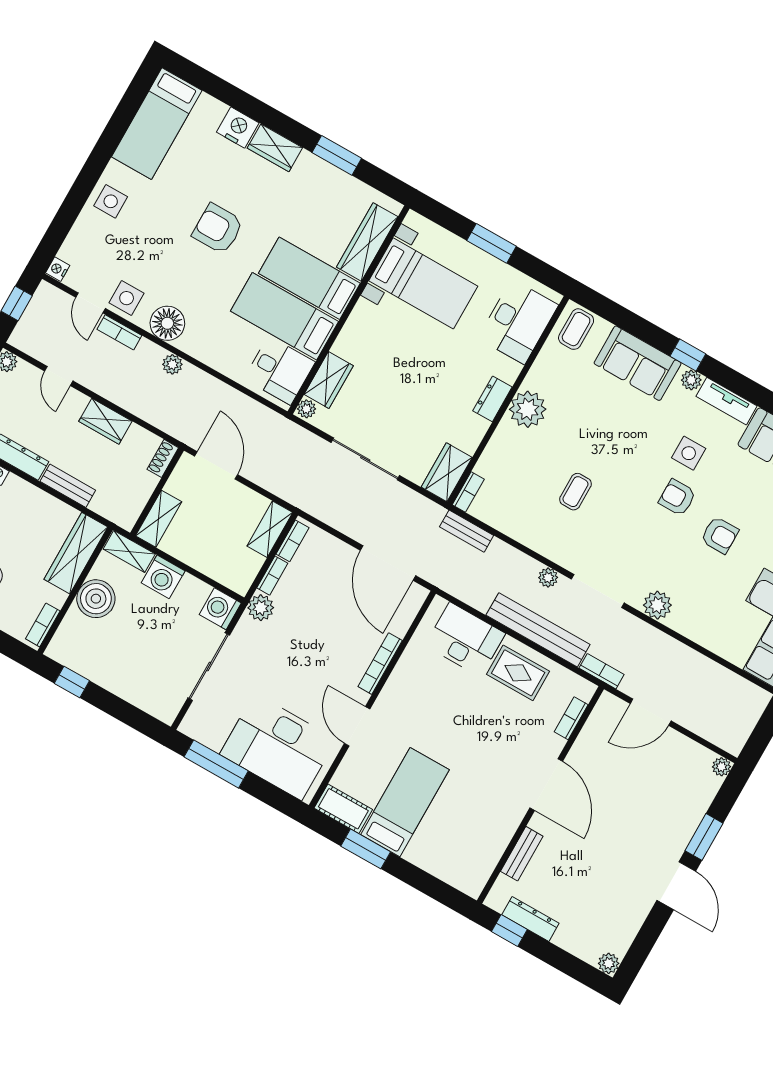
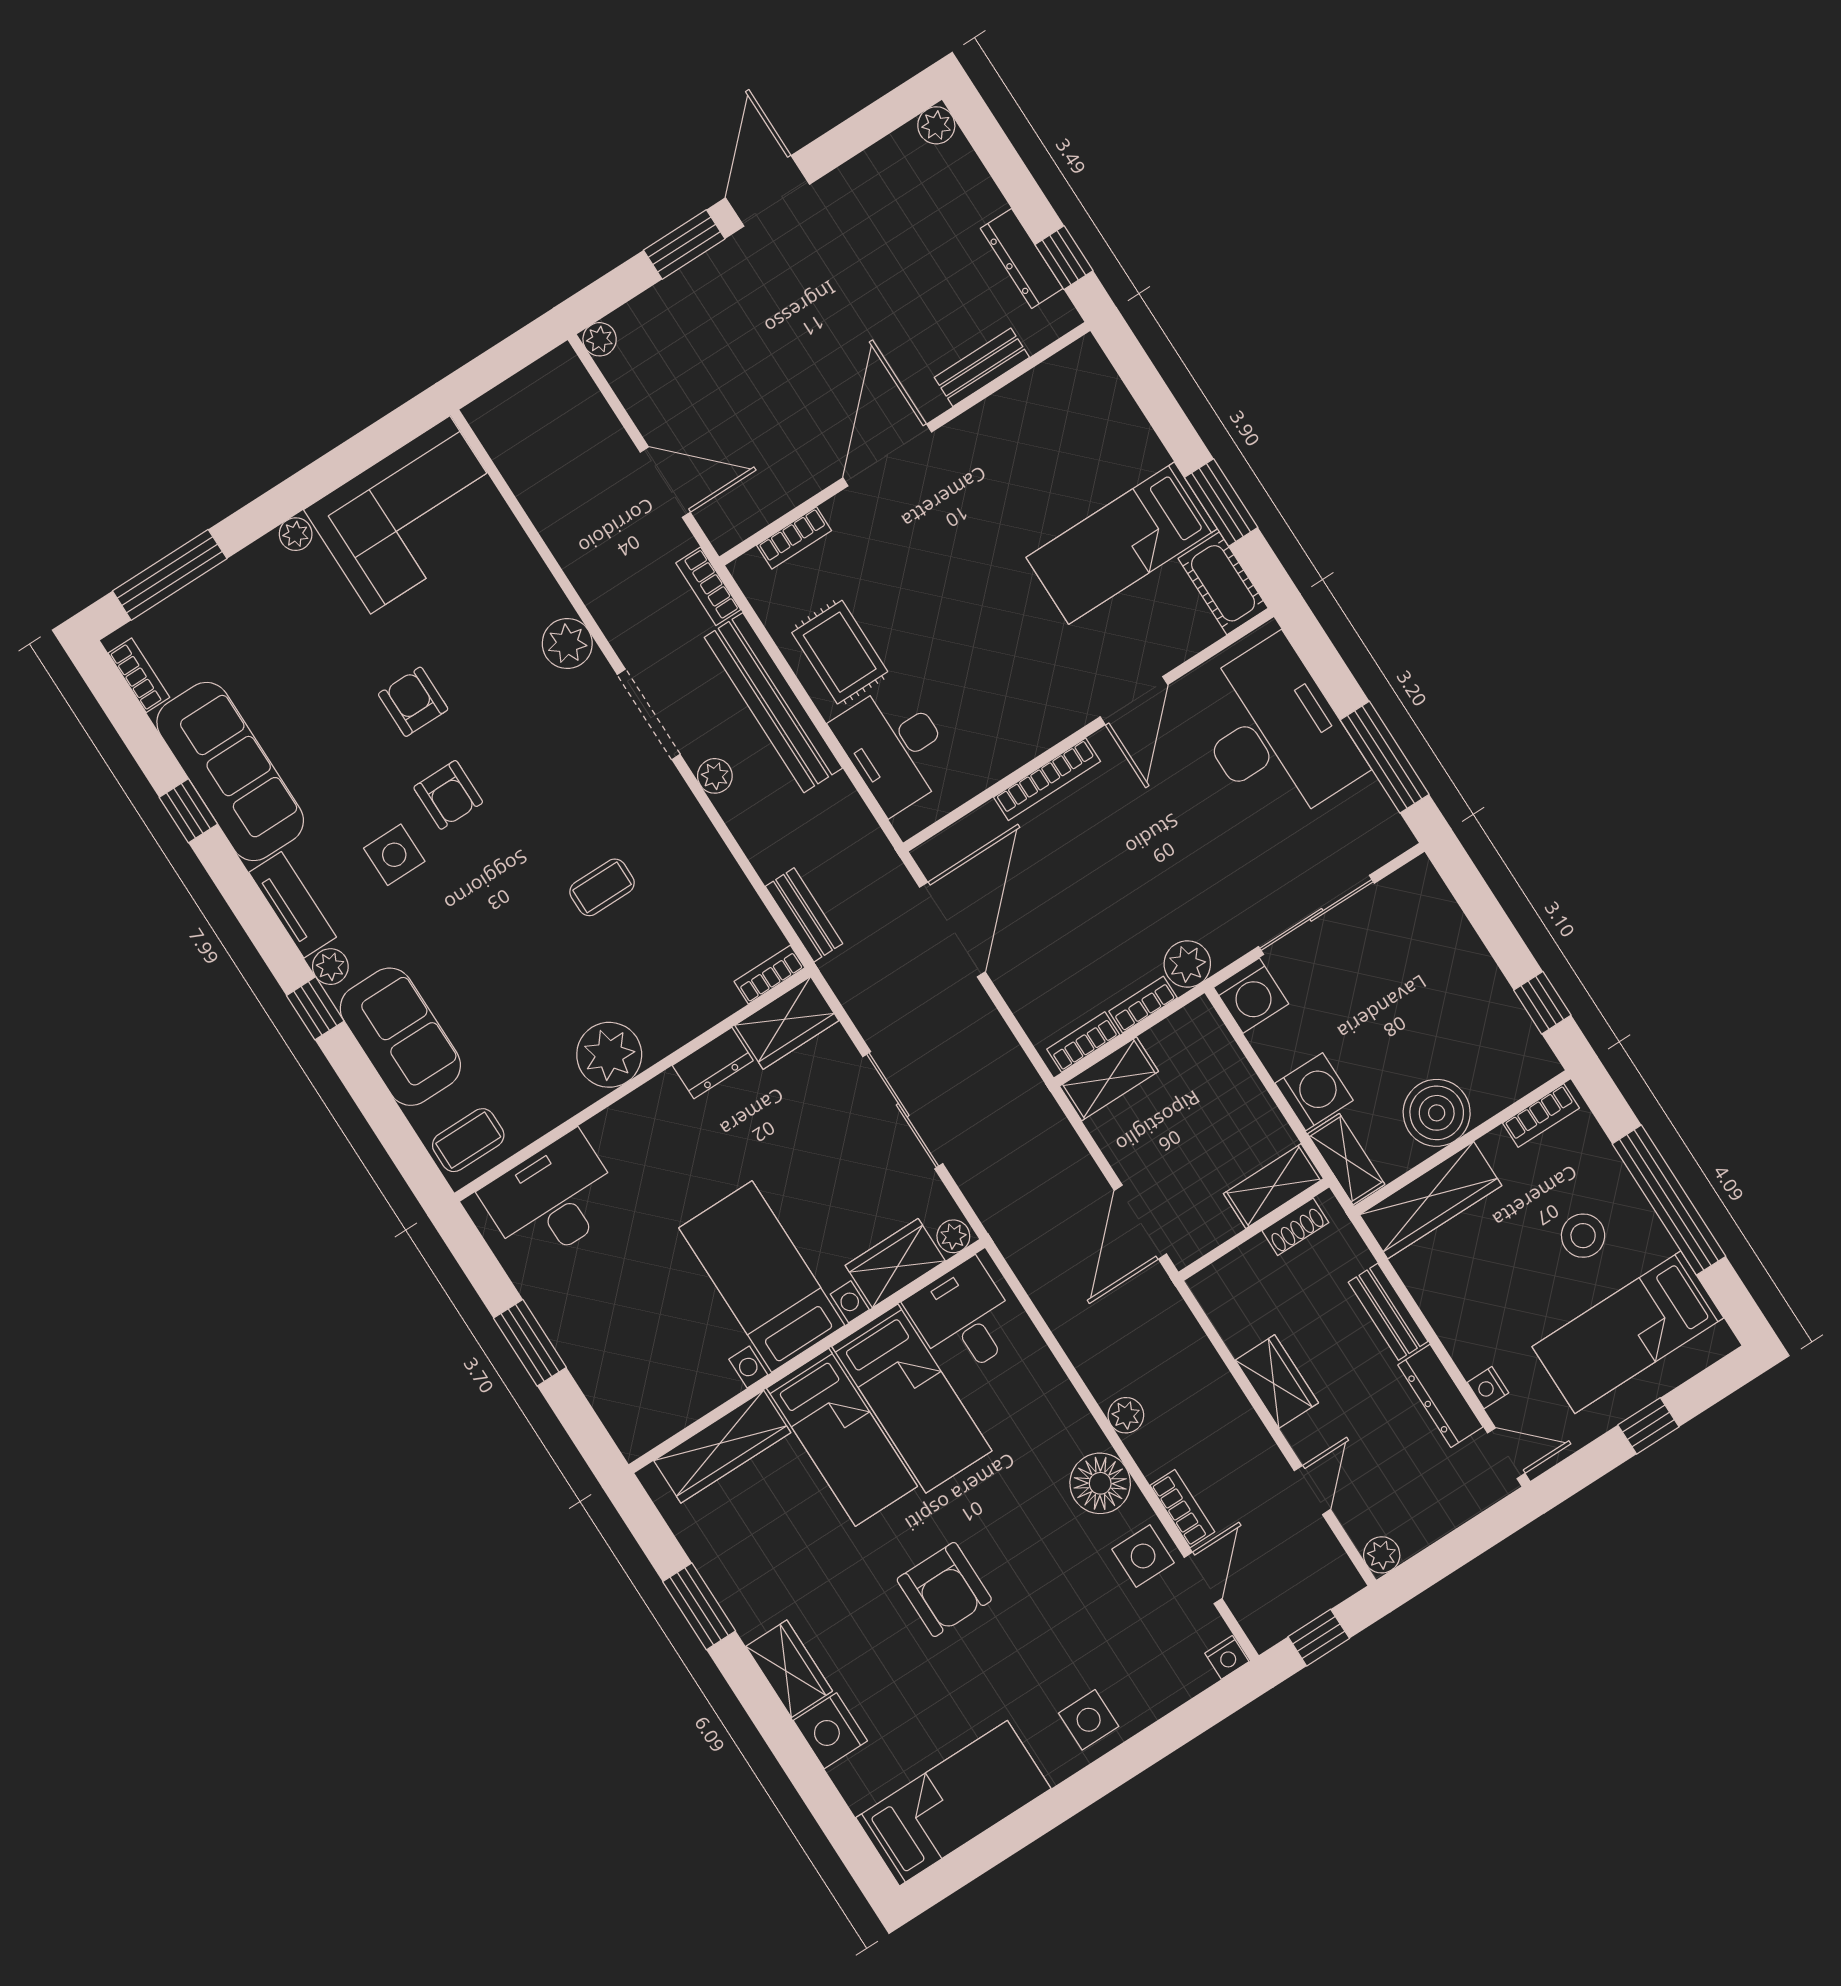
bed with nightstands: (423, 283) -> (762, 1277), moved
dresser: (492, 399) -> (713, 1063), moved
shoe rack: (163, 458) -> (1295, 1227), moved

